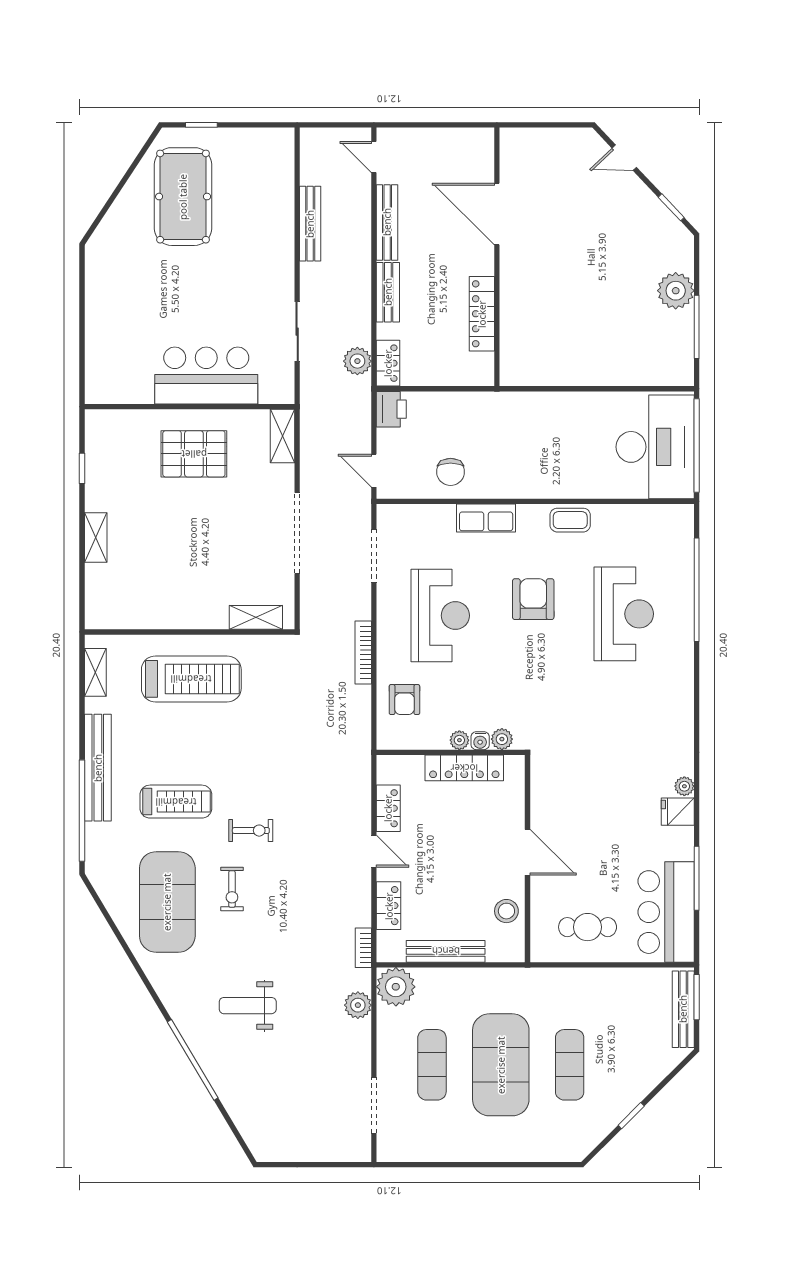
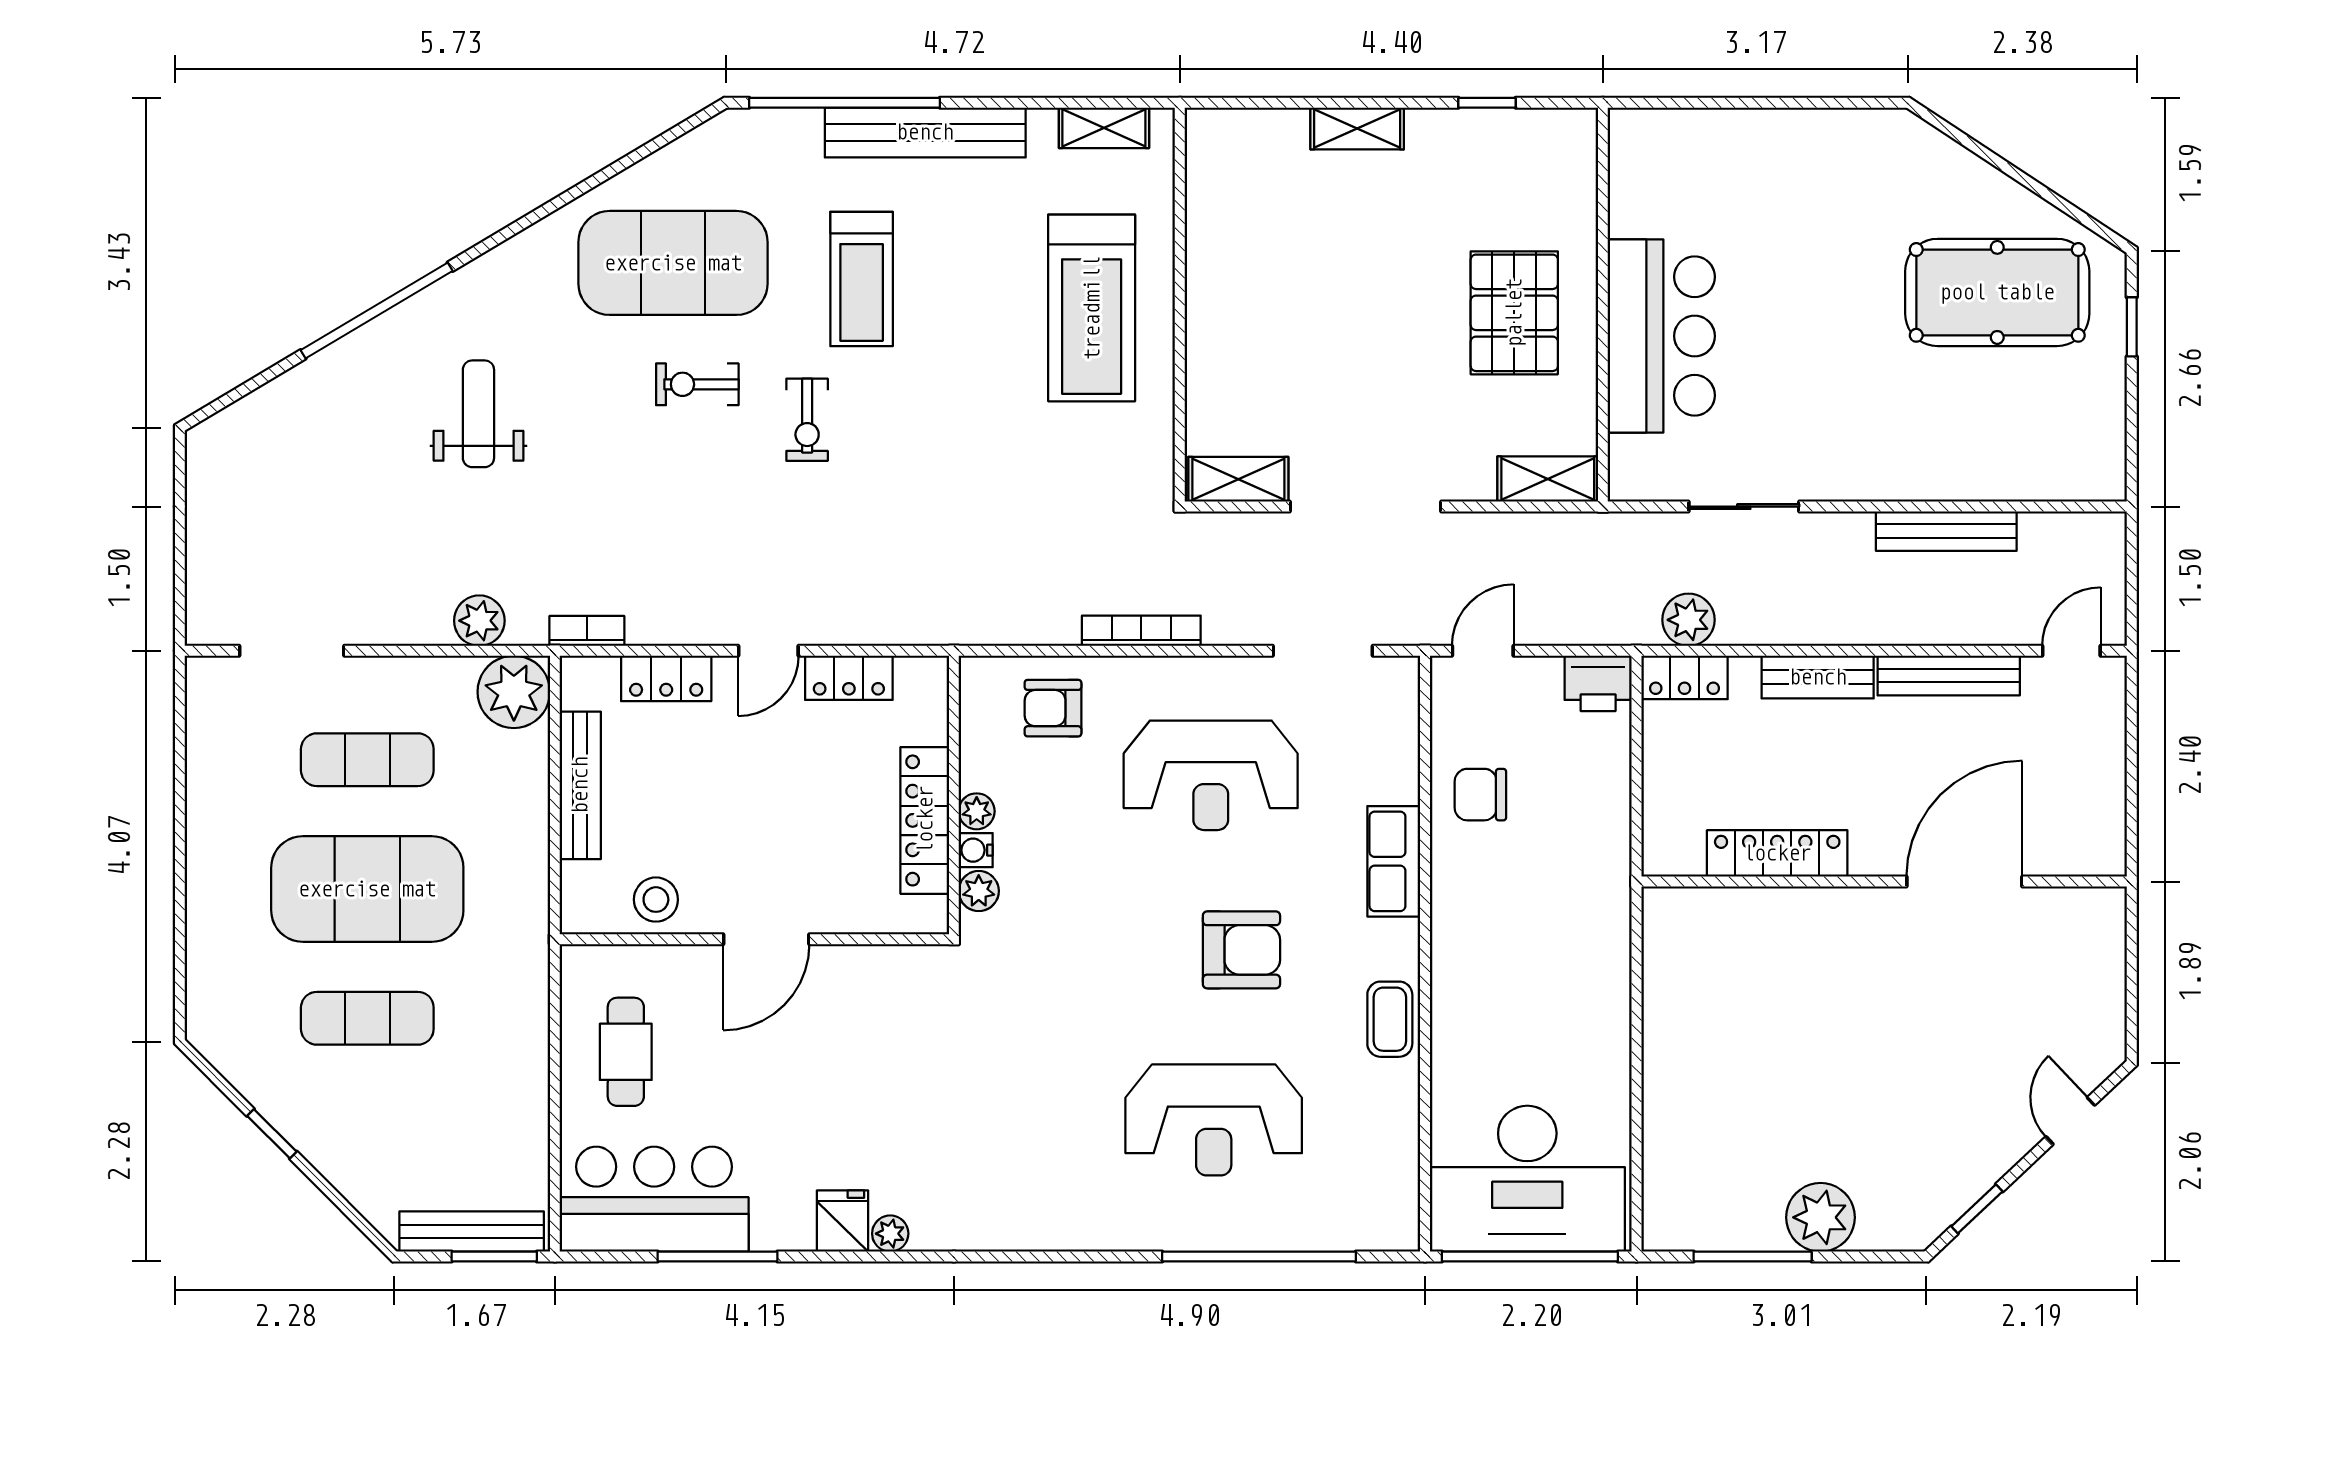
shelving: (256, 617) -> (1238, 479), moved, turned 90

